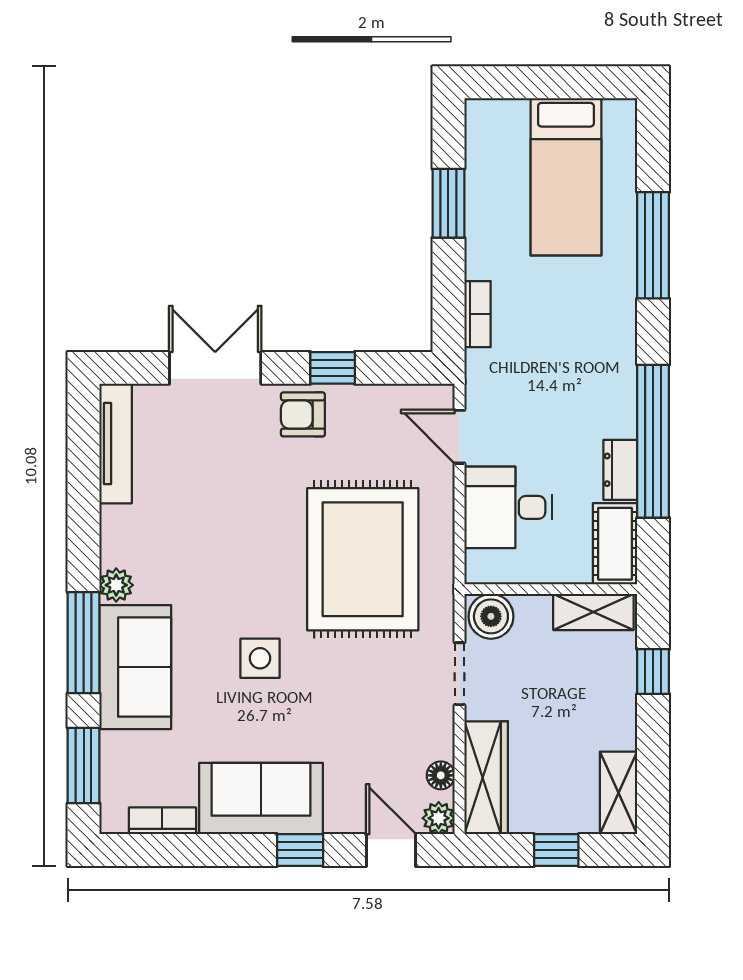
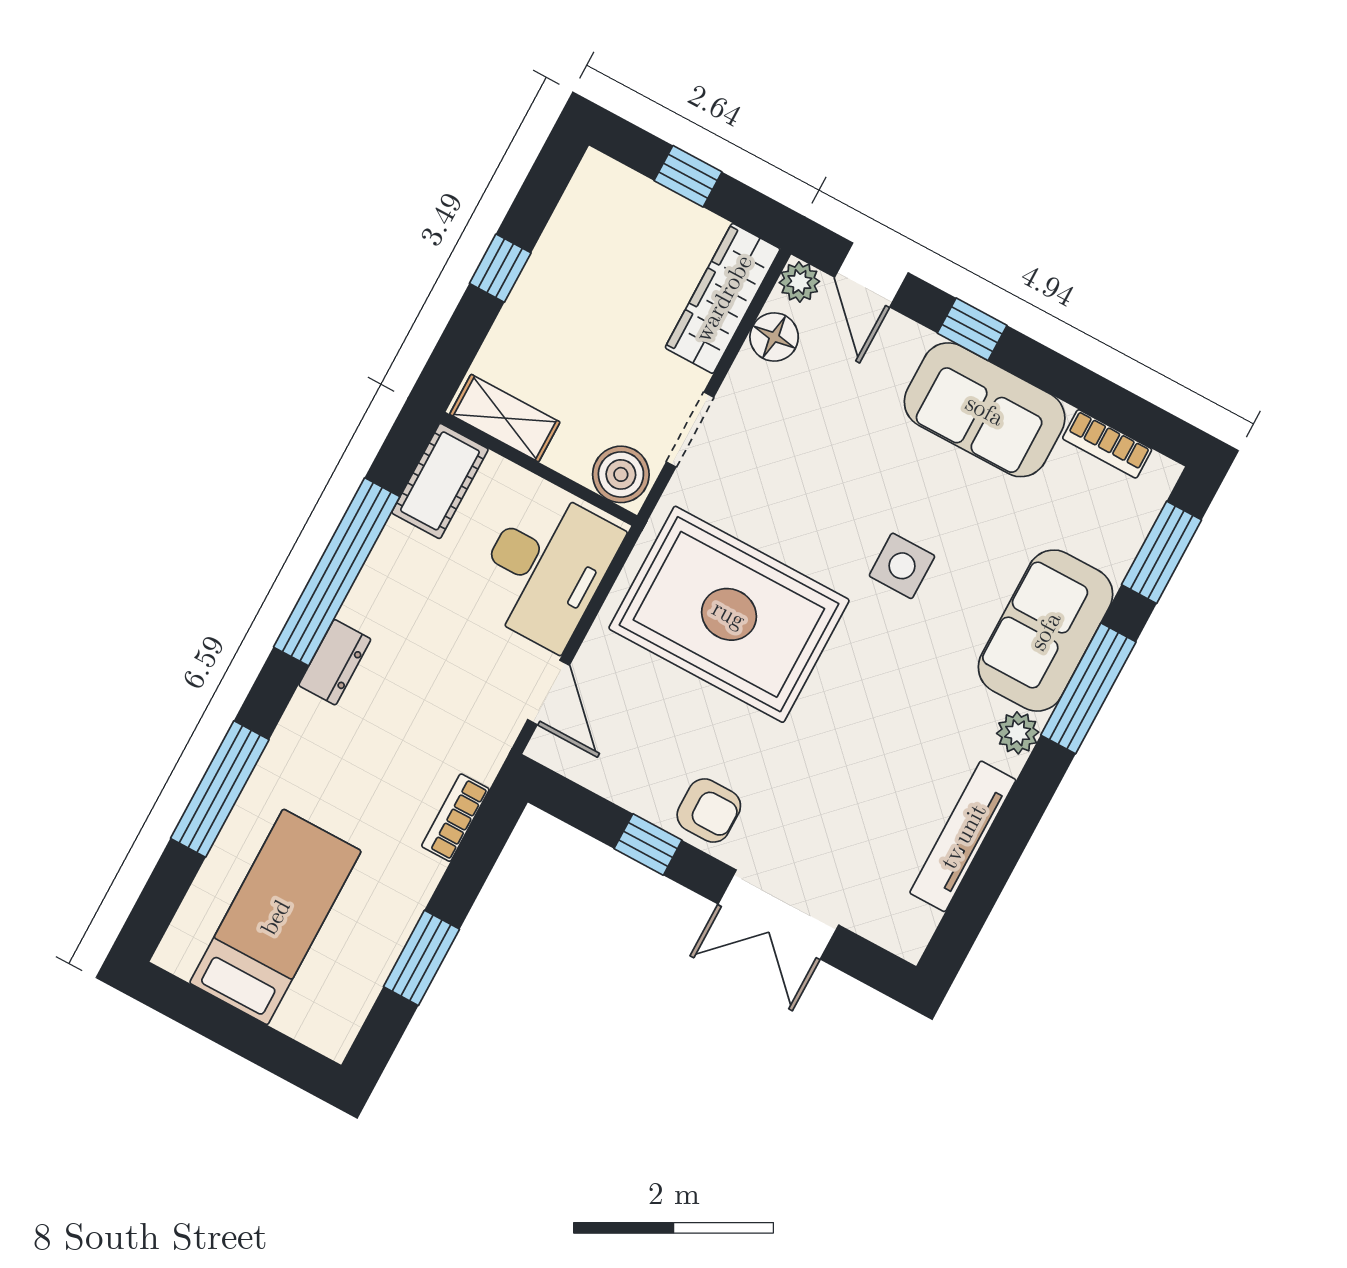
tv unit: (116, 444) -> (963, 836), moved
dresser: (620, 470) -> (335, 662), moved
desk: (508, 507) -> (546, 568), width x1.37
rug: (363, 559) -> (729, 614), turned 90
window: (653, 672) -> (500, 268), moved
floor lamp: (441, 775) -> (774, 337), width x1.37, depth x1.37
shelving: (619, 793) -> (585, 203), removed

